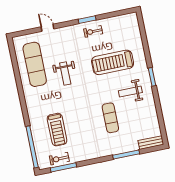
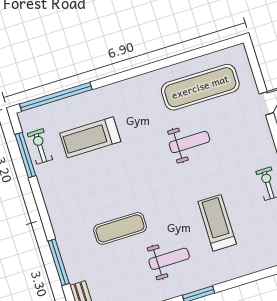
treadmill: (113, 62) -> (217, 223), width x0.73, depth x0.73
weight bench: (65, 74) -> (189, 142), turned 180
weight bench: (130, 92) -> (169, 259), turned 90

